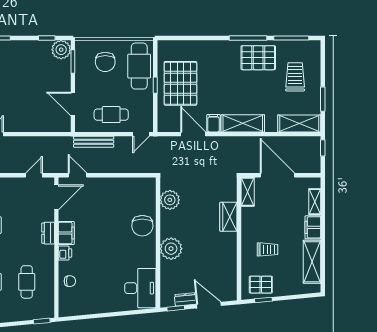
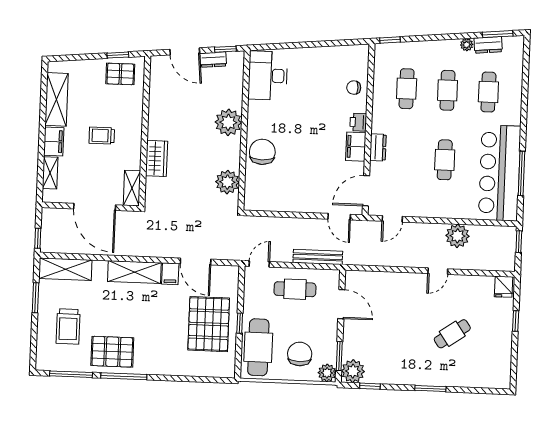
plant: (82, 47) -> (327, 373), added
trolley: (267, 249) -> (102, 136), moved

